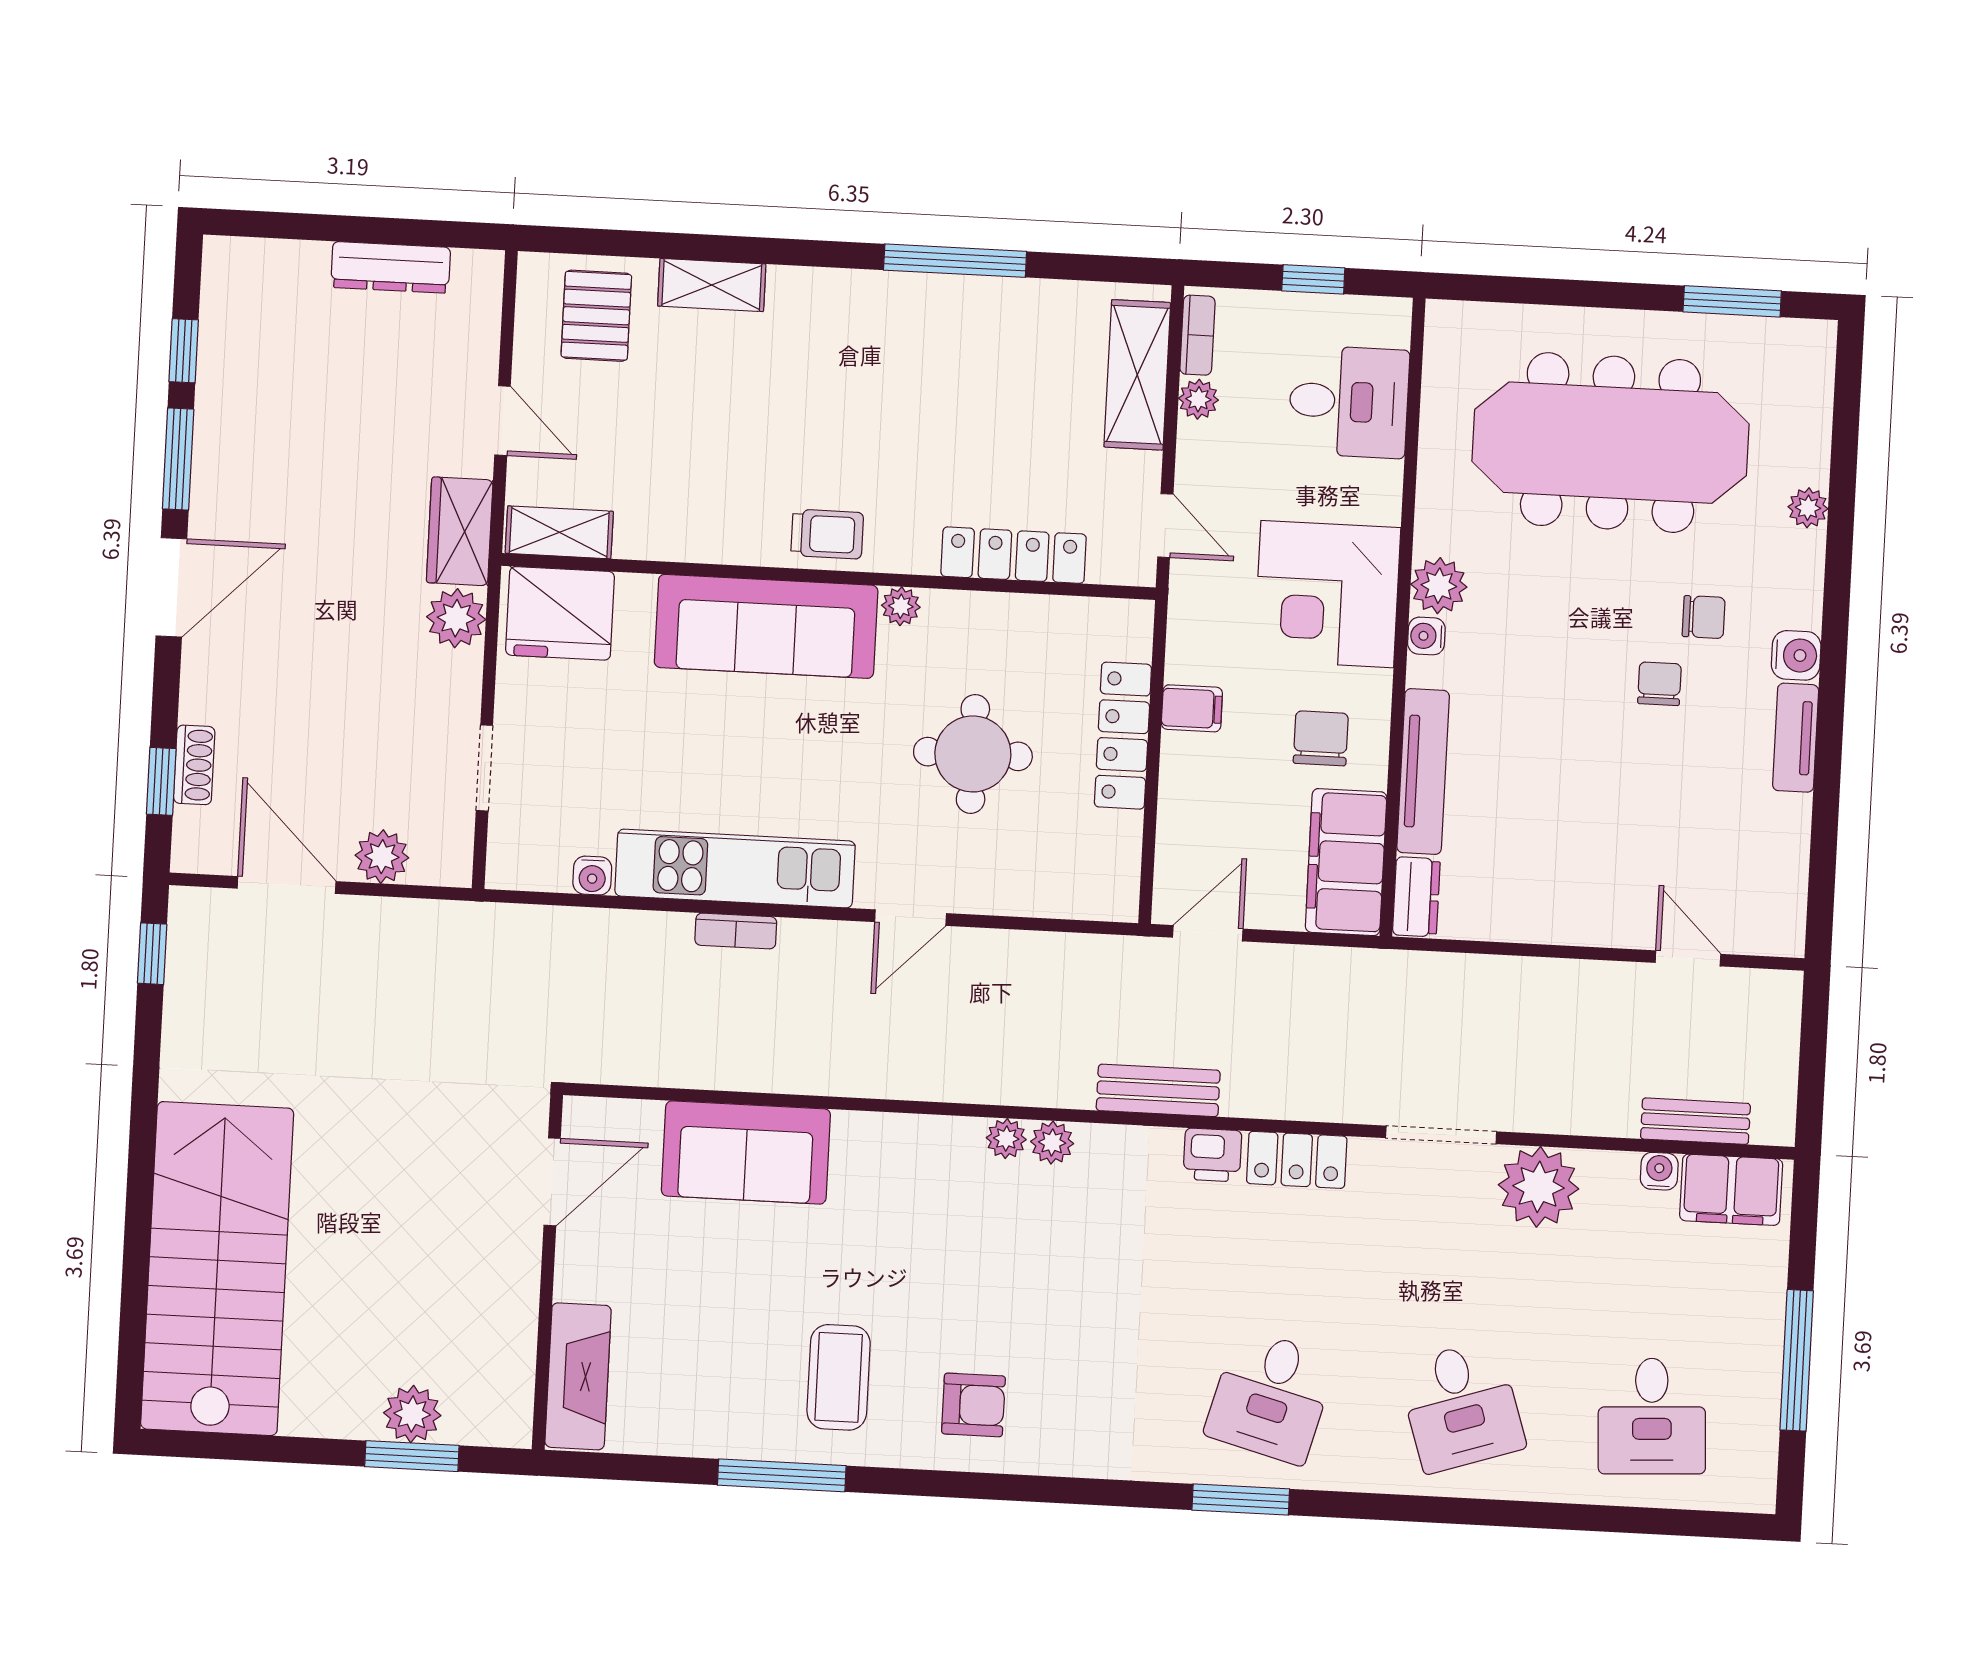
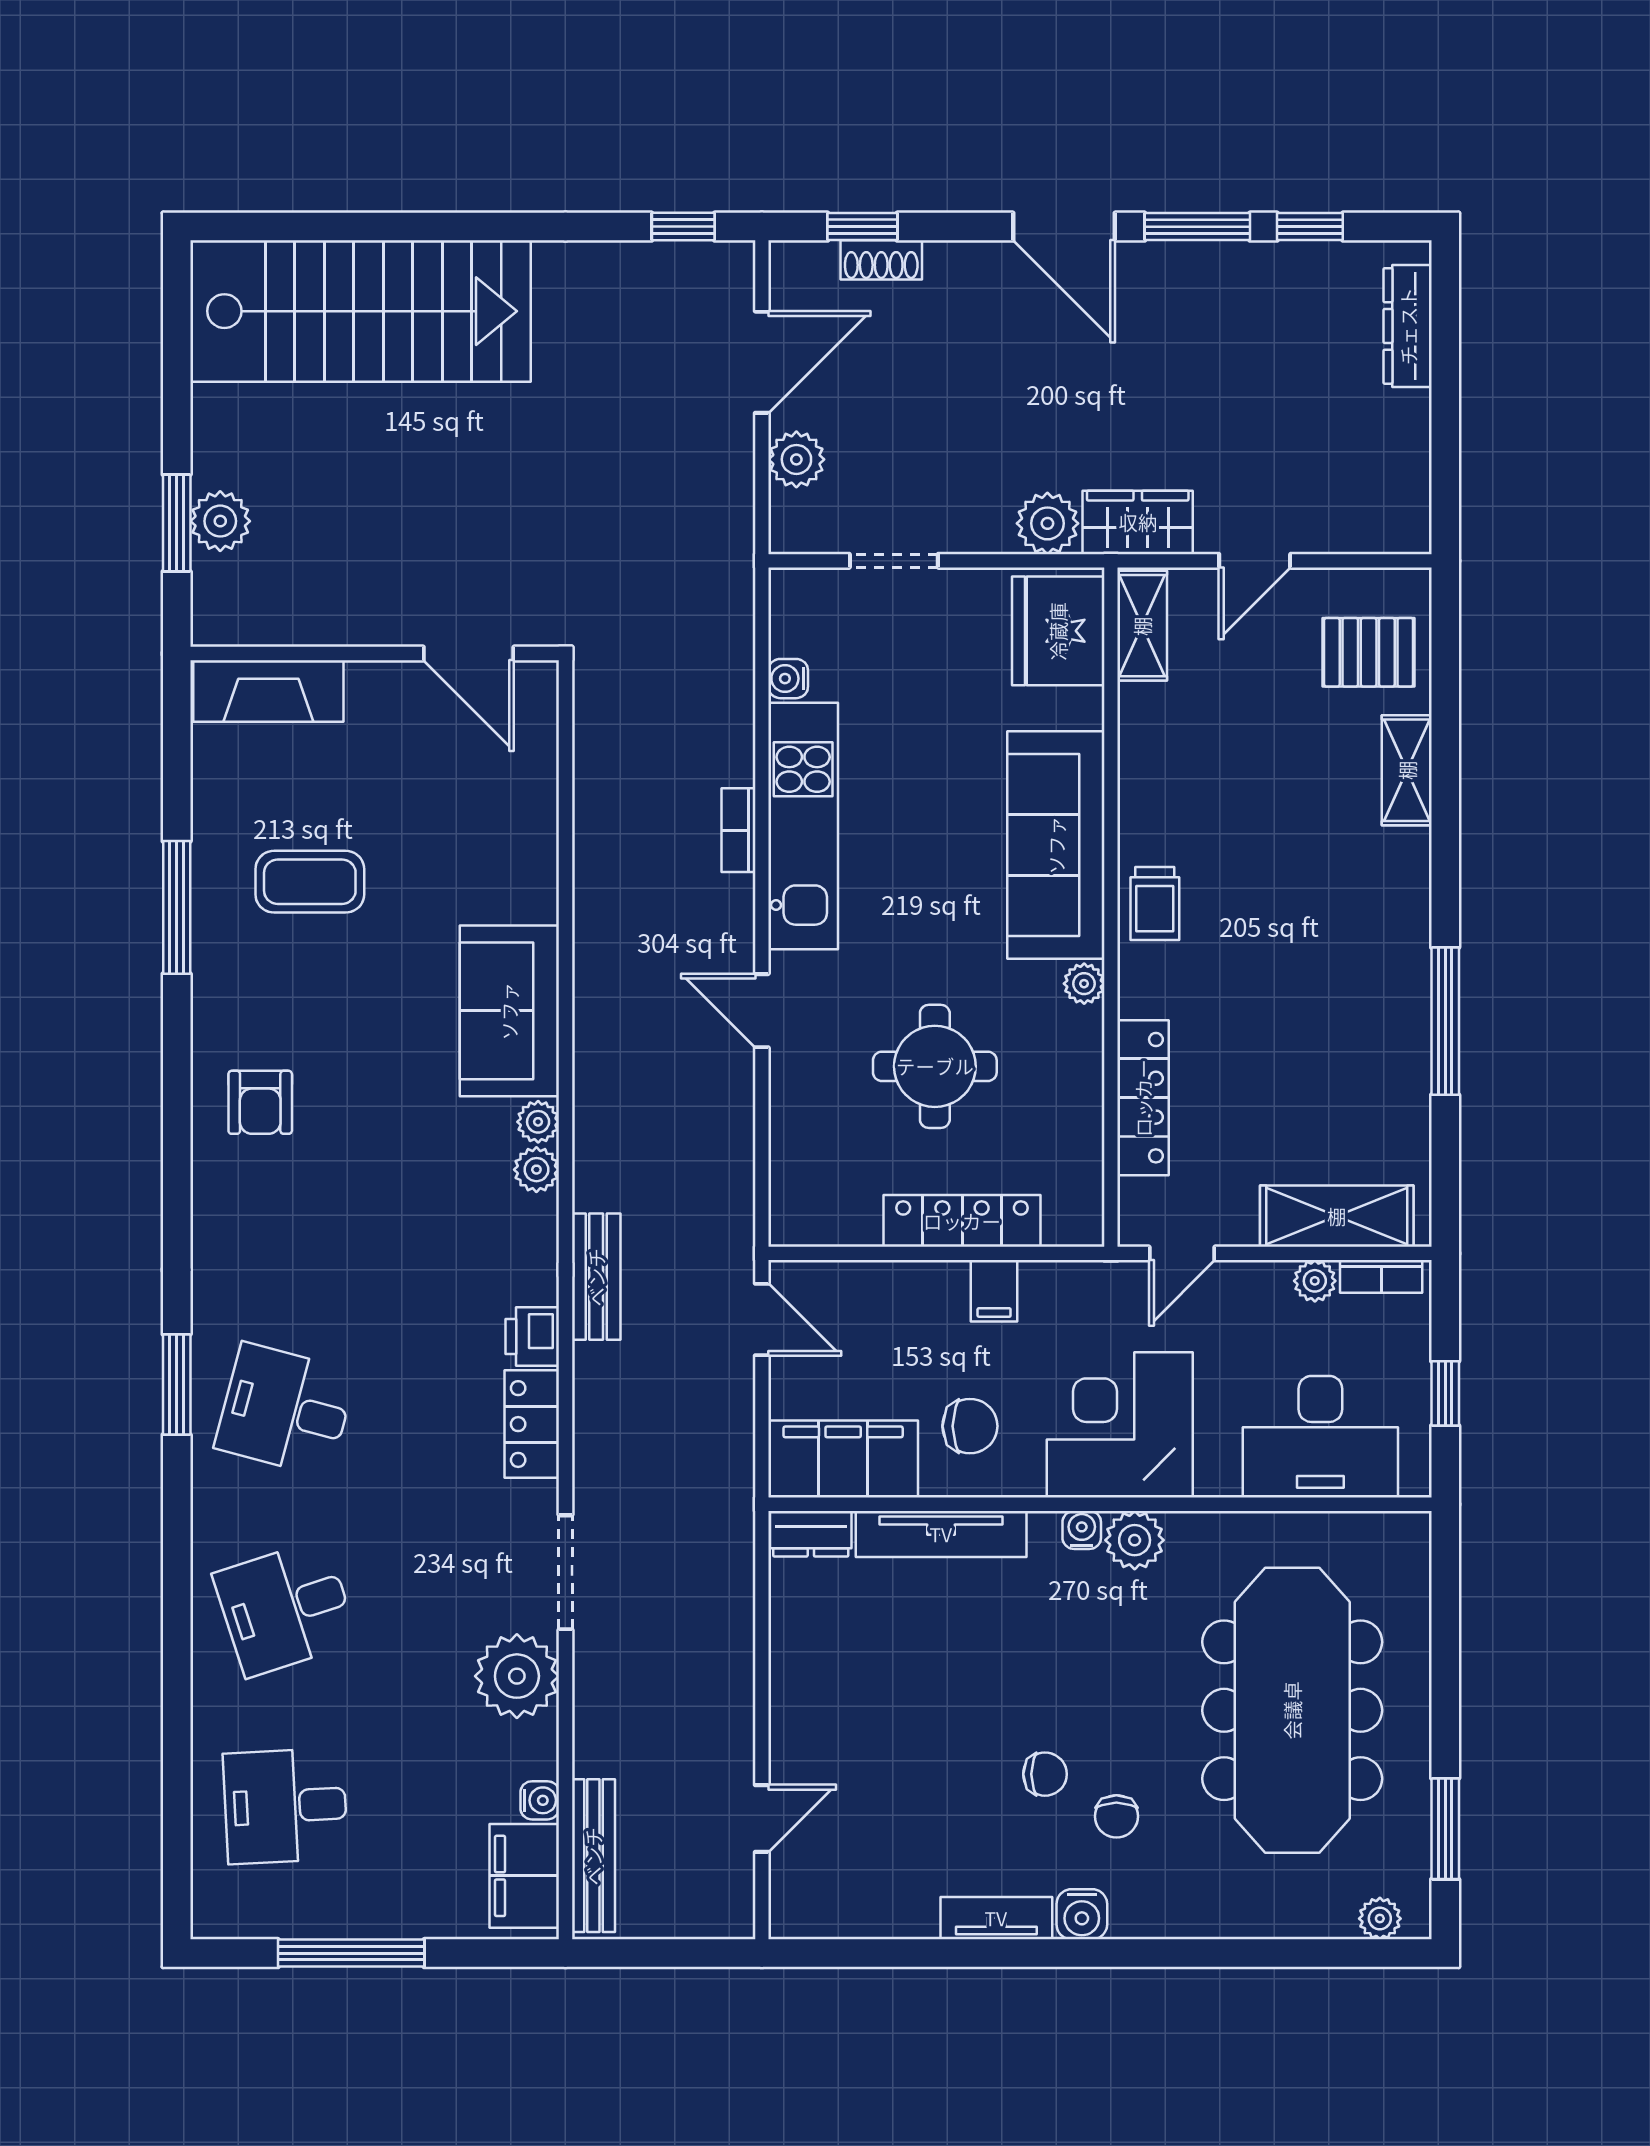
dresser: (391, 267) -> (1408, 326), moved
desk: (1349, 402) -> (1320, 1437), width x1.37
plant: (1808, 508) -> (1380, 1919), moved
bench: (1695, 1121) -> (593, 1856), width x1.36
sofa: (746, 1152) -> (509, 1011), moved
coffee table: (839, 1377) -> (310, 882), moved

